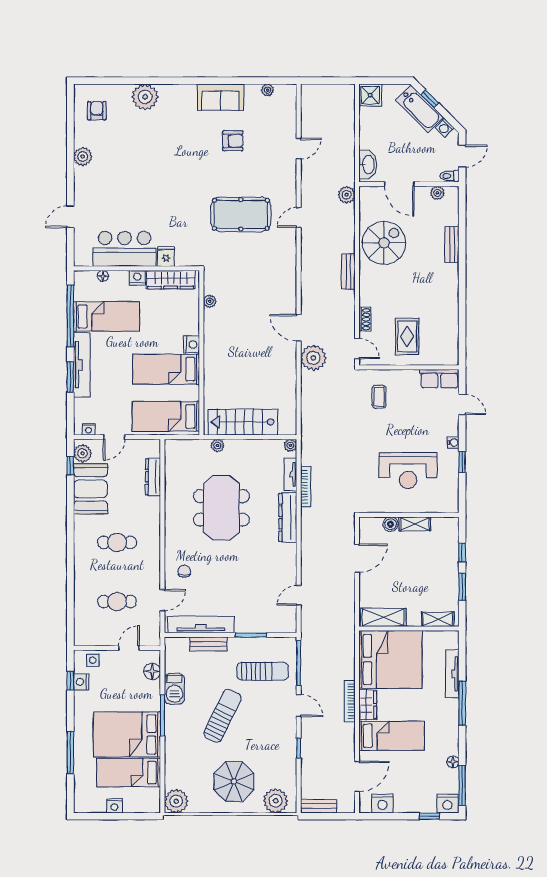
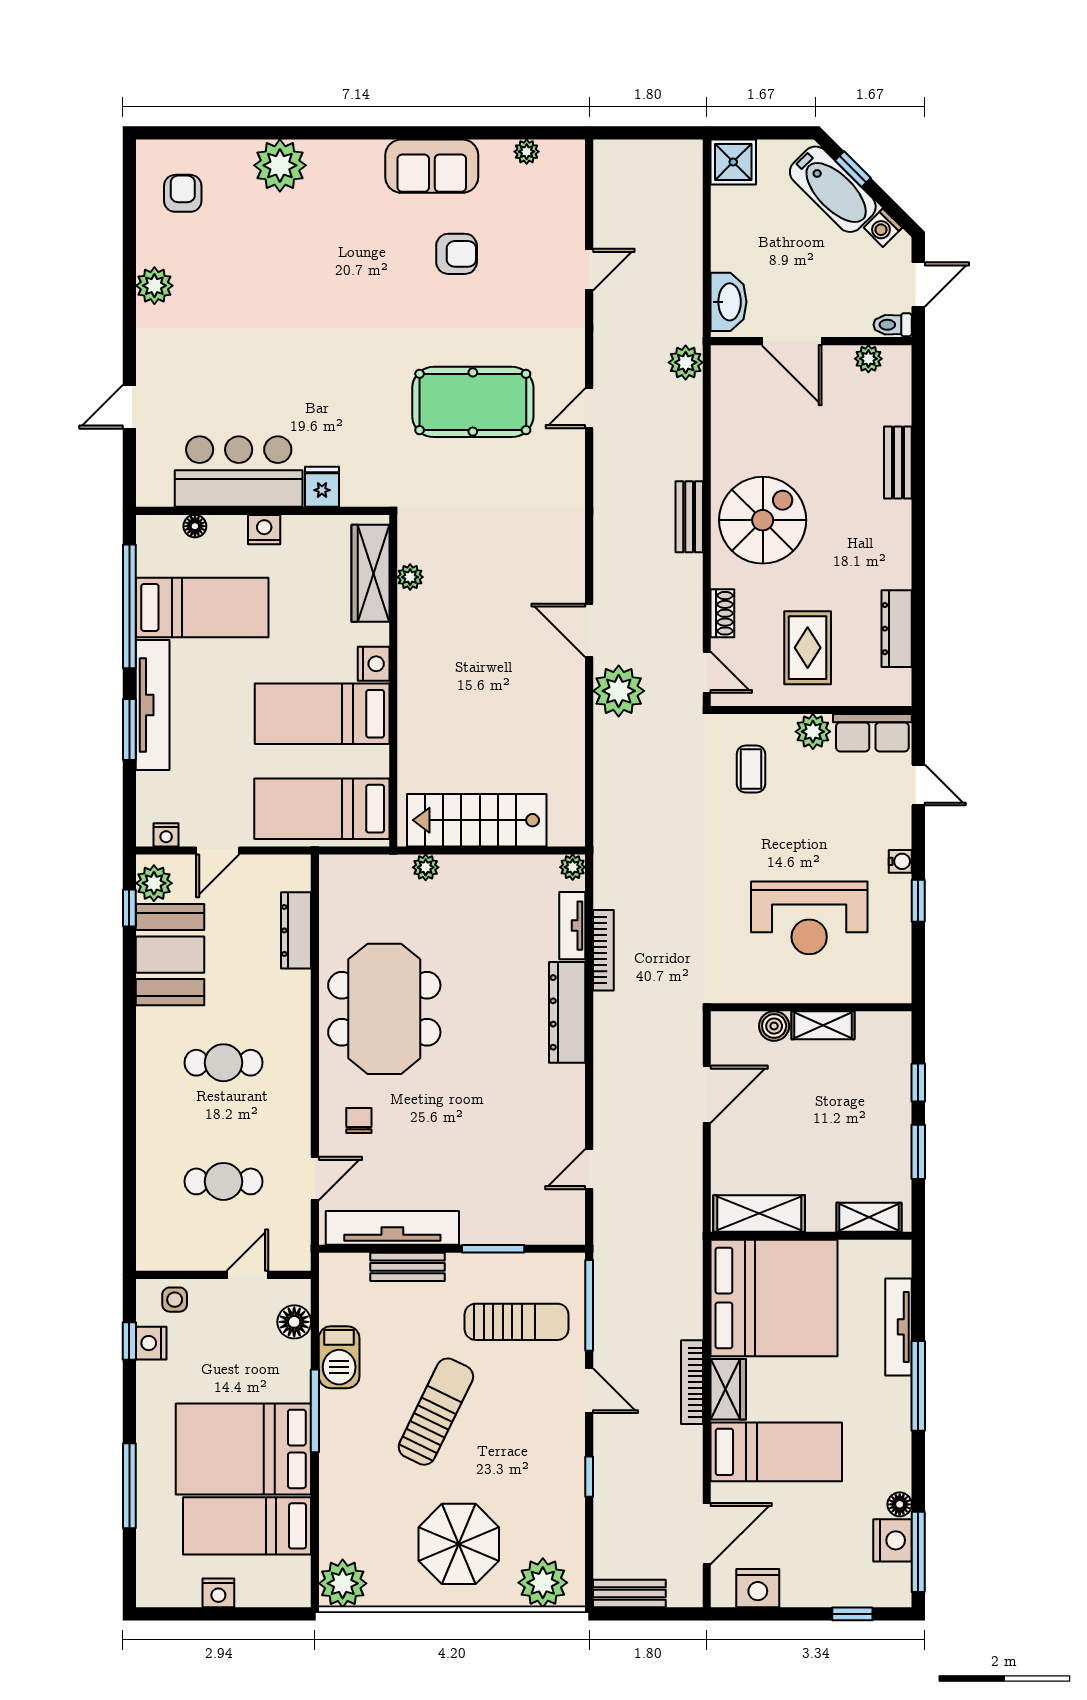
spiral stairs: (384, 243) -> (763, 520), moved
wardrobe: (171, 280) -> (371, 573), moved, turned 90
dresser: (451, 327) -> (897, 629), added
plant: (410, 378) -> (813, 732), added
meeting table: (221, 508) -> (384, 1009), moved
nightstand: (447, 804) -> (893, 1540), moved, turned -90

